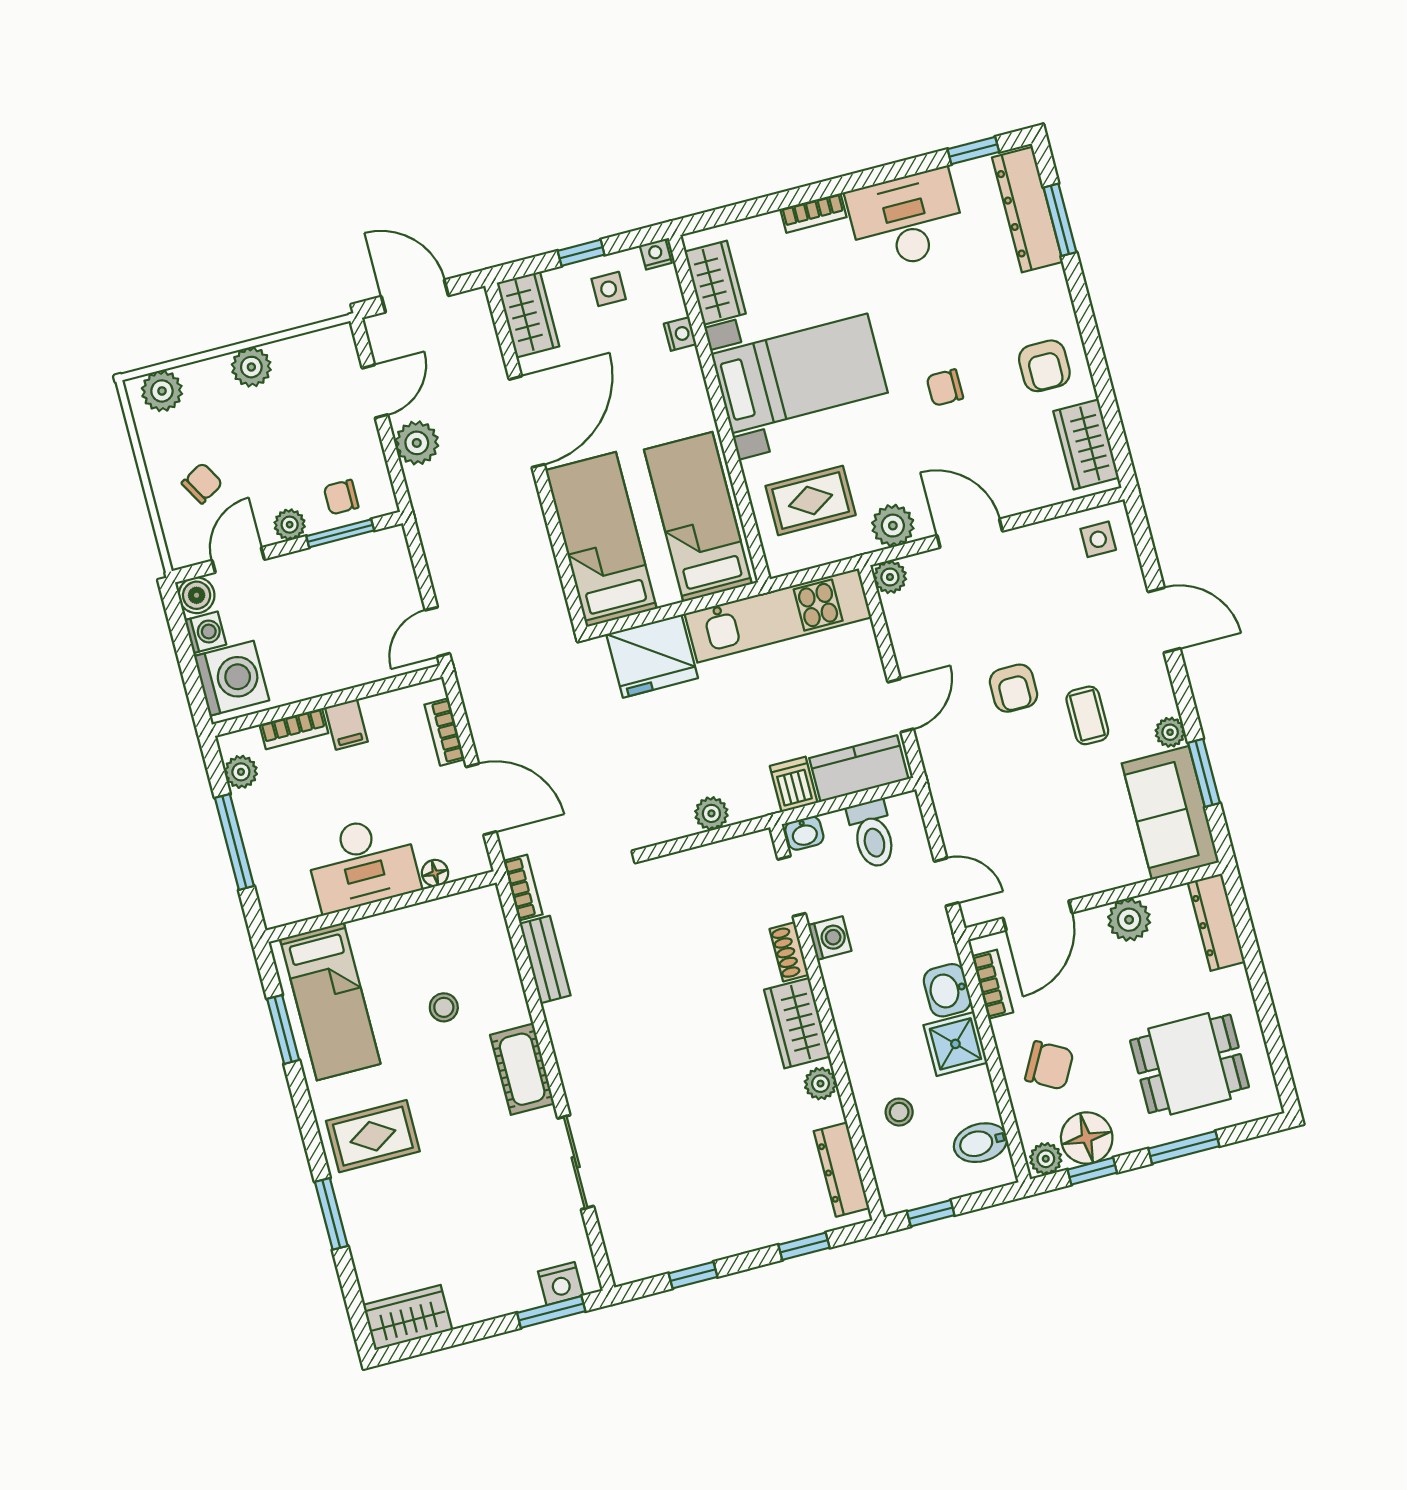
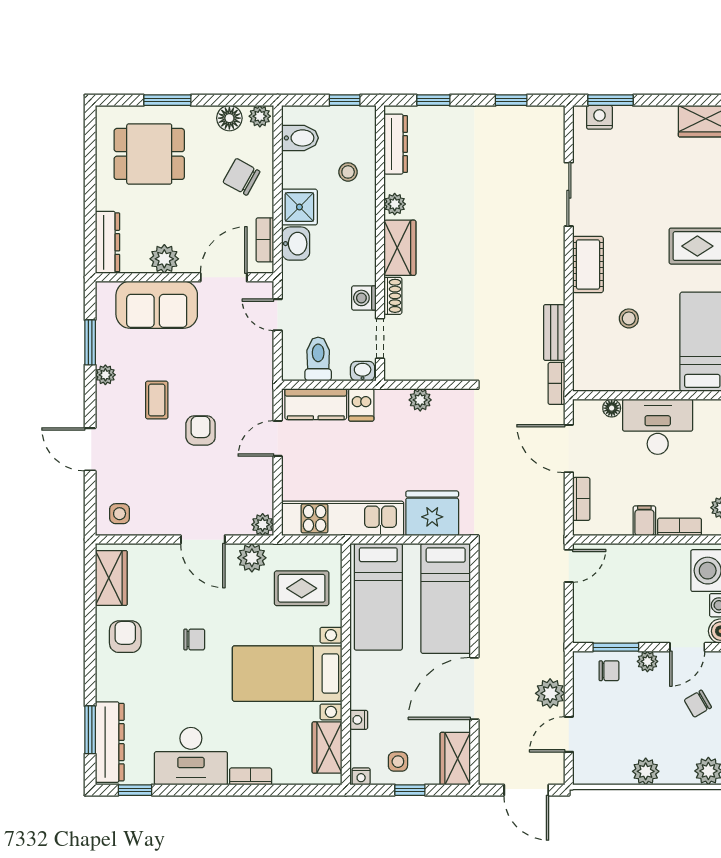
sofa: (1170, 813) -> (157, 305), moved, turned 90
floor lamp: (1087, 1138) -> (229, 118), width x0.73, depth x0.73
window: (1092, 1171) -> (231, 100), removed

